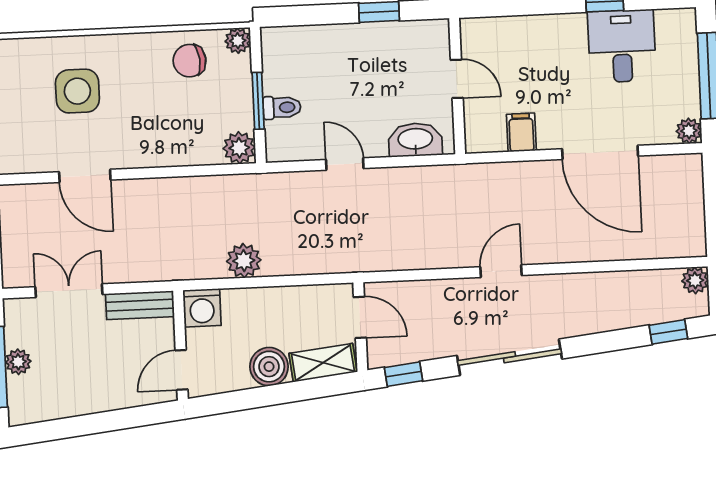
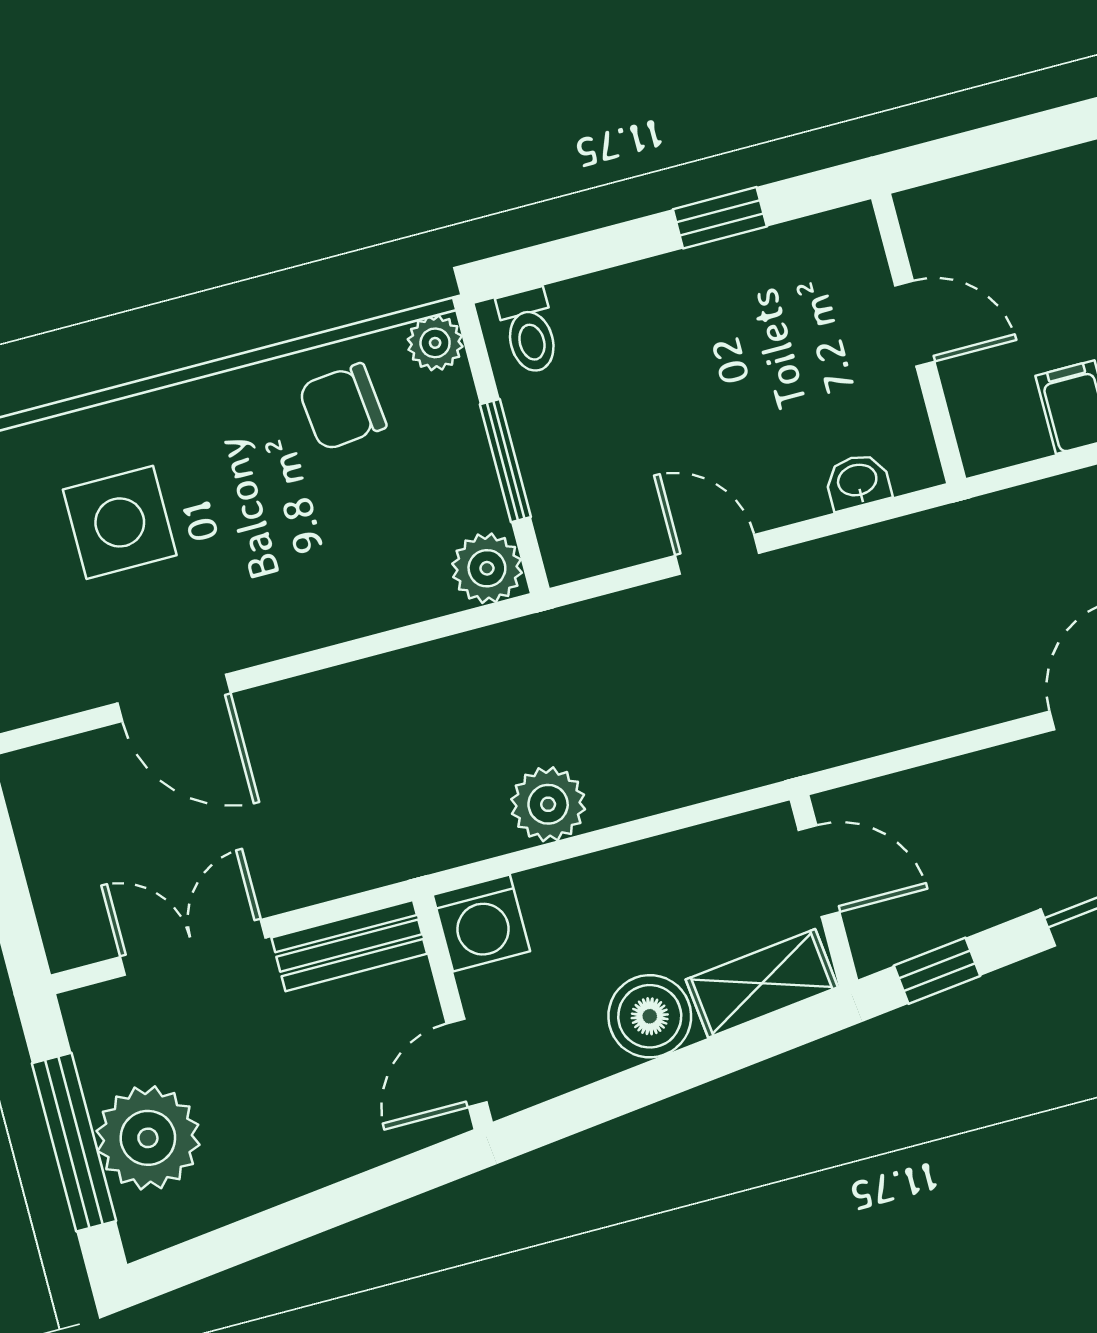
toilet: (282, 107) -> (529, 331), moved, turned 90
washbasin: (415, 140) -> (858, 481), width x0.52, depth x0.69
plant: (18, 362) -> (148, 1138), width x1.87, depth x1.87

